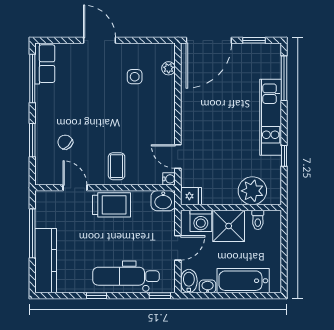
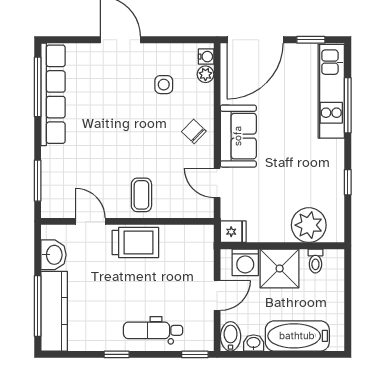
row of seats: (45, 64) -> (53, 94), width x2.02
window: (284, 78) -> (348, 105), moved
kitchen unit: (271, 117) -> (331, 91), moved
sofa: (195, 119) -> (238, 136), added
window: (32, 140) -> (38, 181), moved
chair: (65, 142) -> (194, 131), moved
water cooler: (169, 179) -> (206, 57), moved
washbasin: (163, 201) -> (54, 255), moved, turned -90
window: (32, 233) -> (38, 306), moved
dental chair: (126, 276) -> (153, 330), width x0.73, depth x0.72

